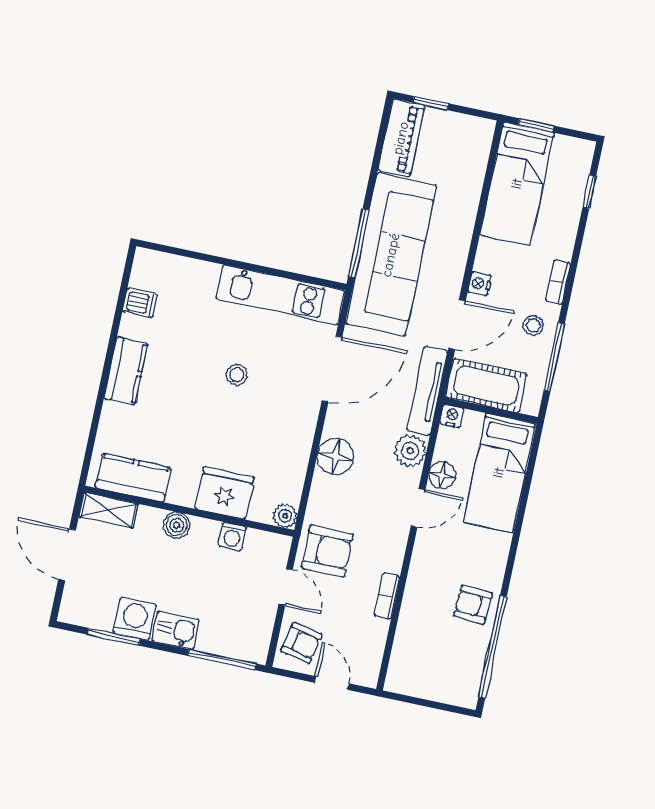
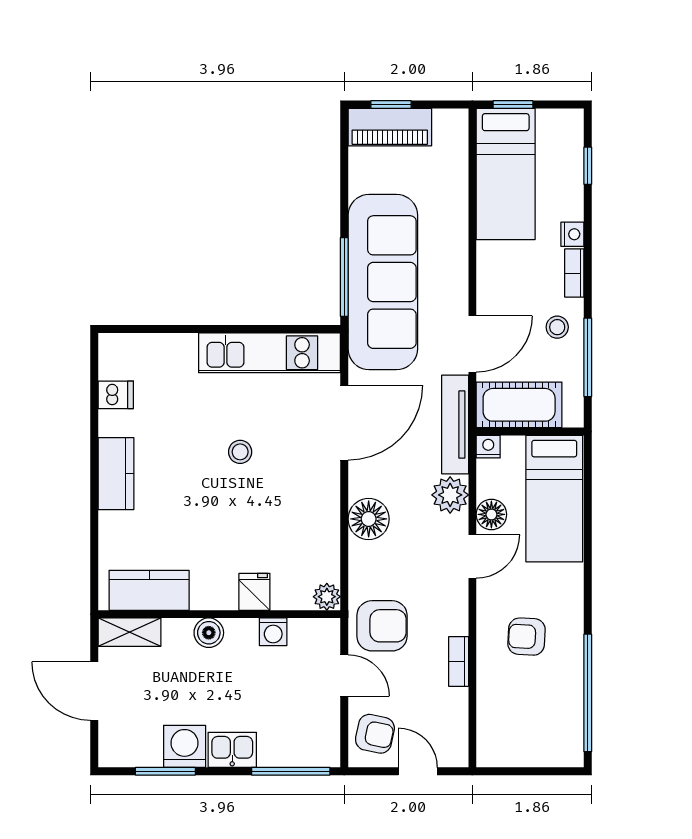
piano: (401, 138) -> (390, 127), moved, turned 90
nightstand: (480, 284) -> (572, 234), moved, turned 180
fridge: (225, 493) -> (254, 592), width x0.53, depth x0.75
armchair: (473, 605) -> (527, 637), moved

